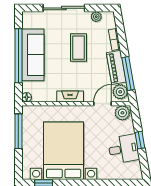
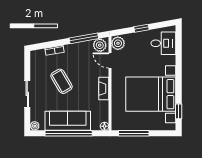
sliding door: (64, 8) -> (27, 94), width x0.73
plant: (96, 17) -> (35, 126), moved
coffee table: (79, 48) -> (62, 81), turned 59
piano: (116, 67) -> (79, 49), removed
desk: (124, 149) -> (163, 43), moved, turned 100

